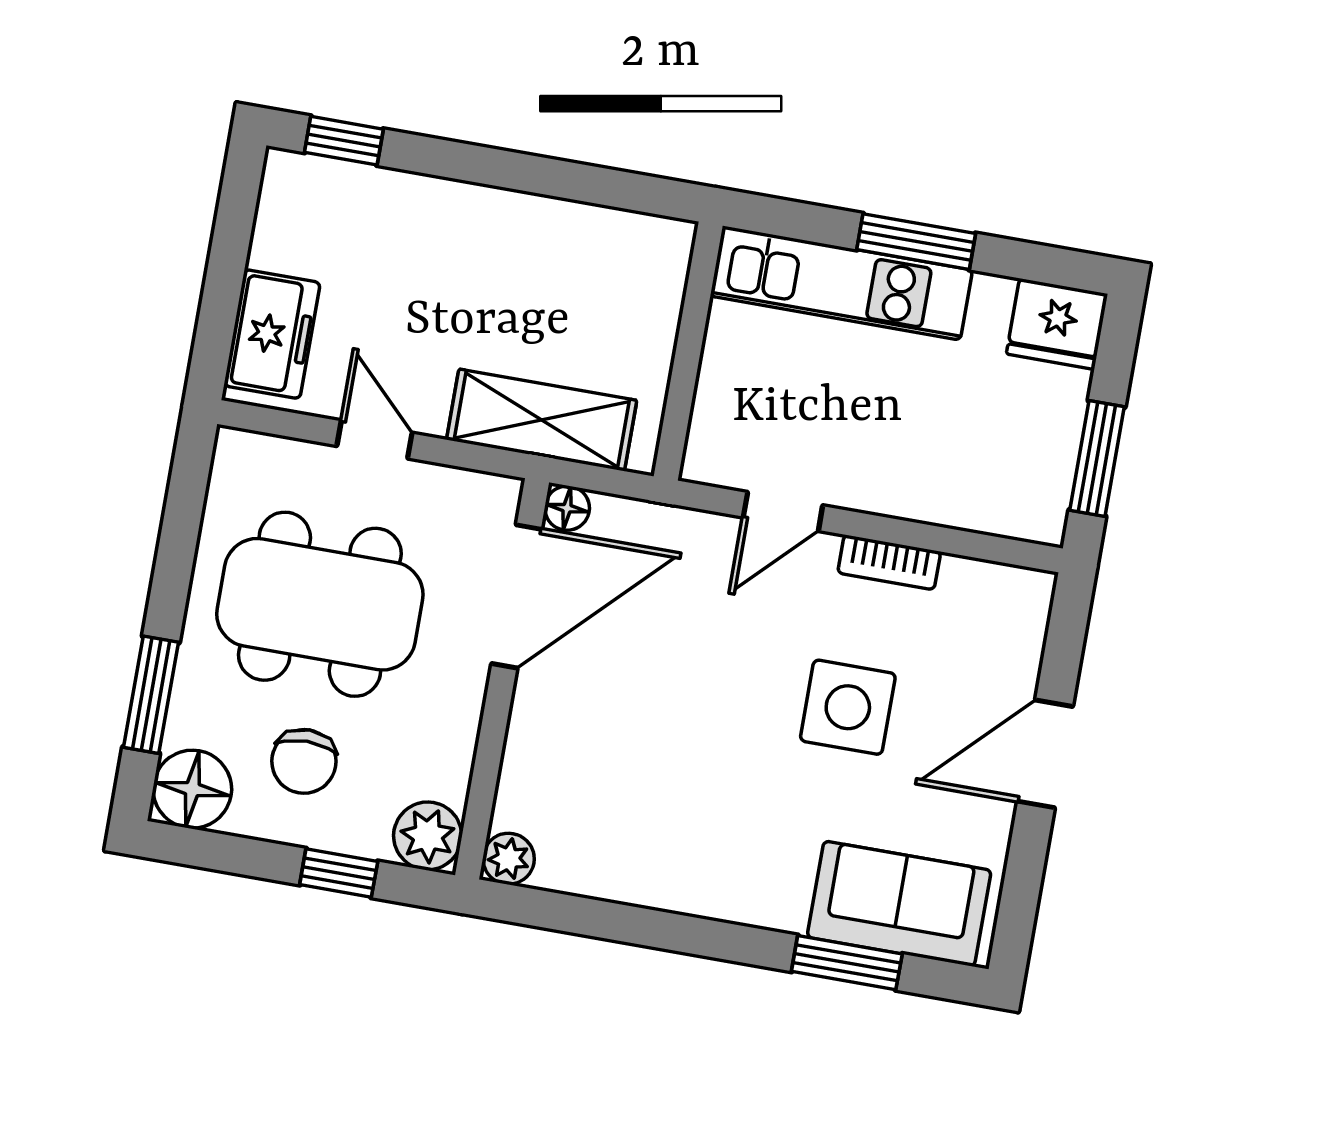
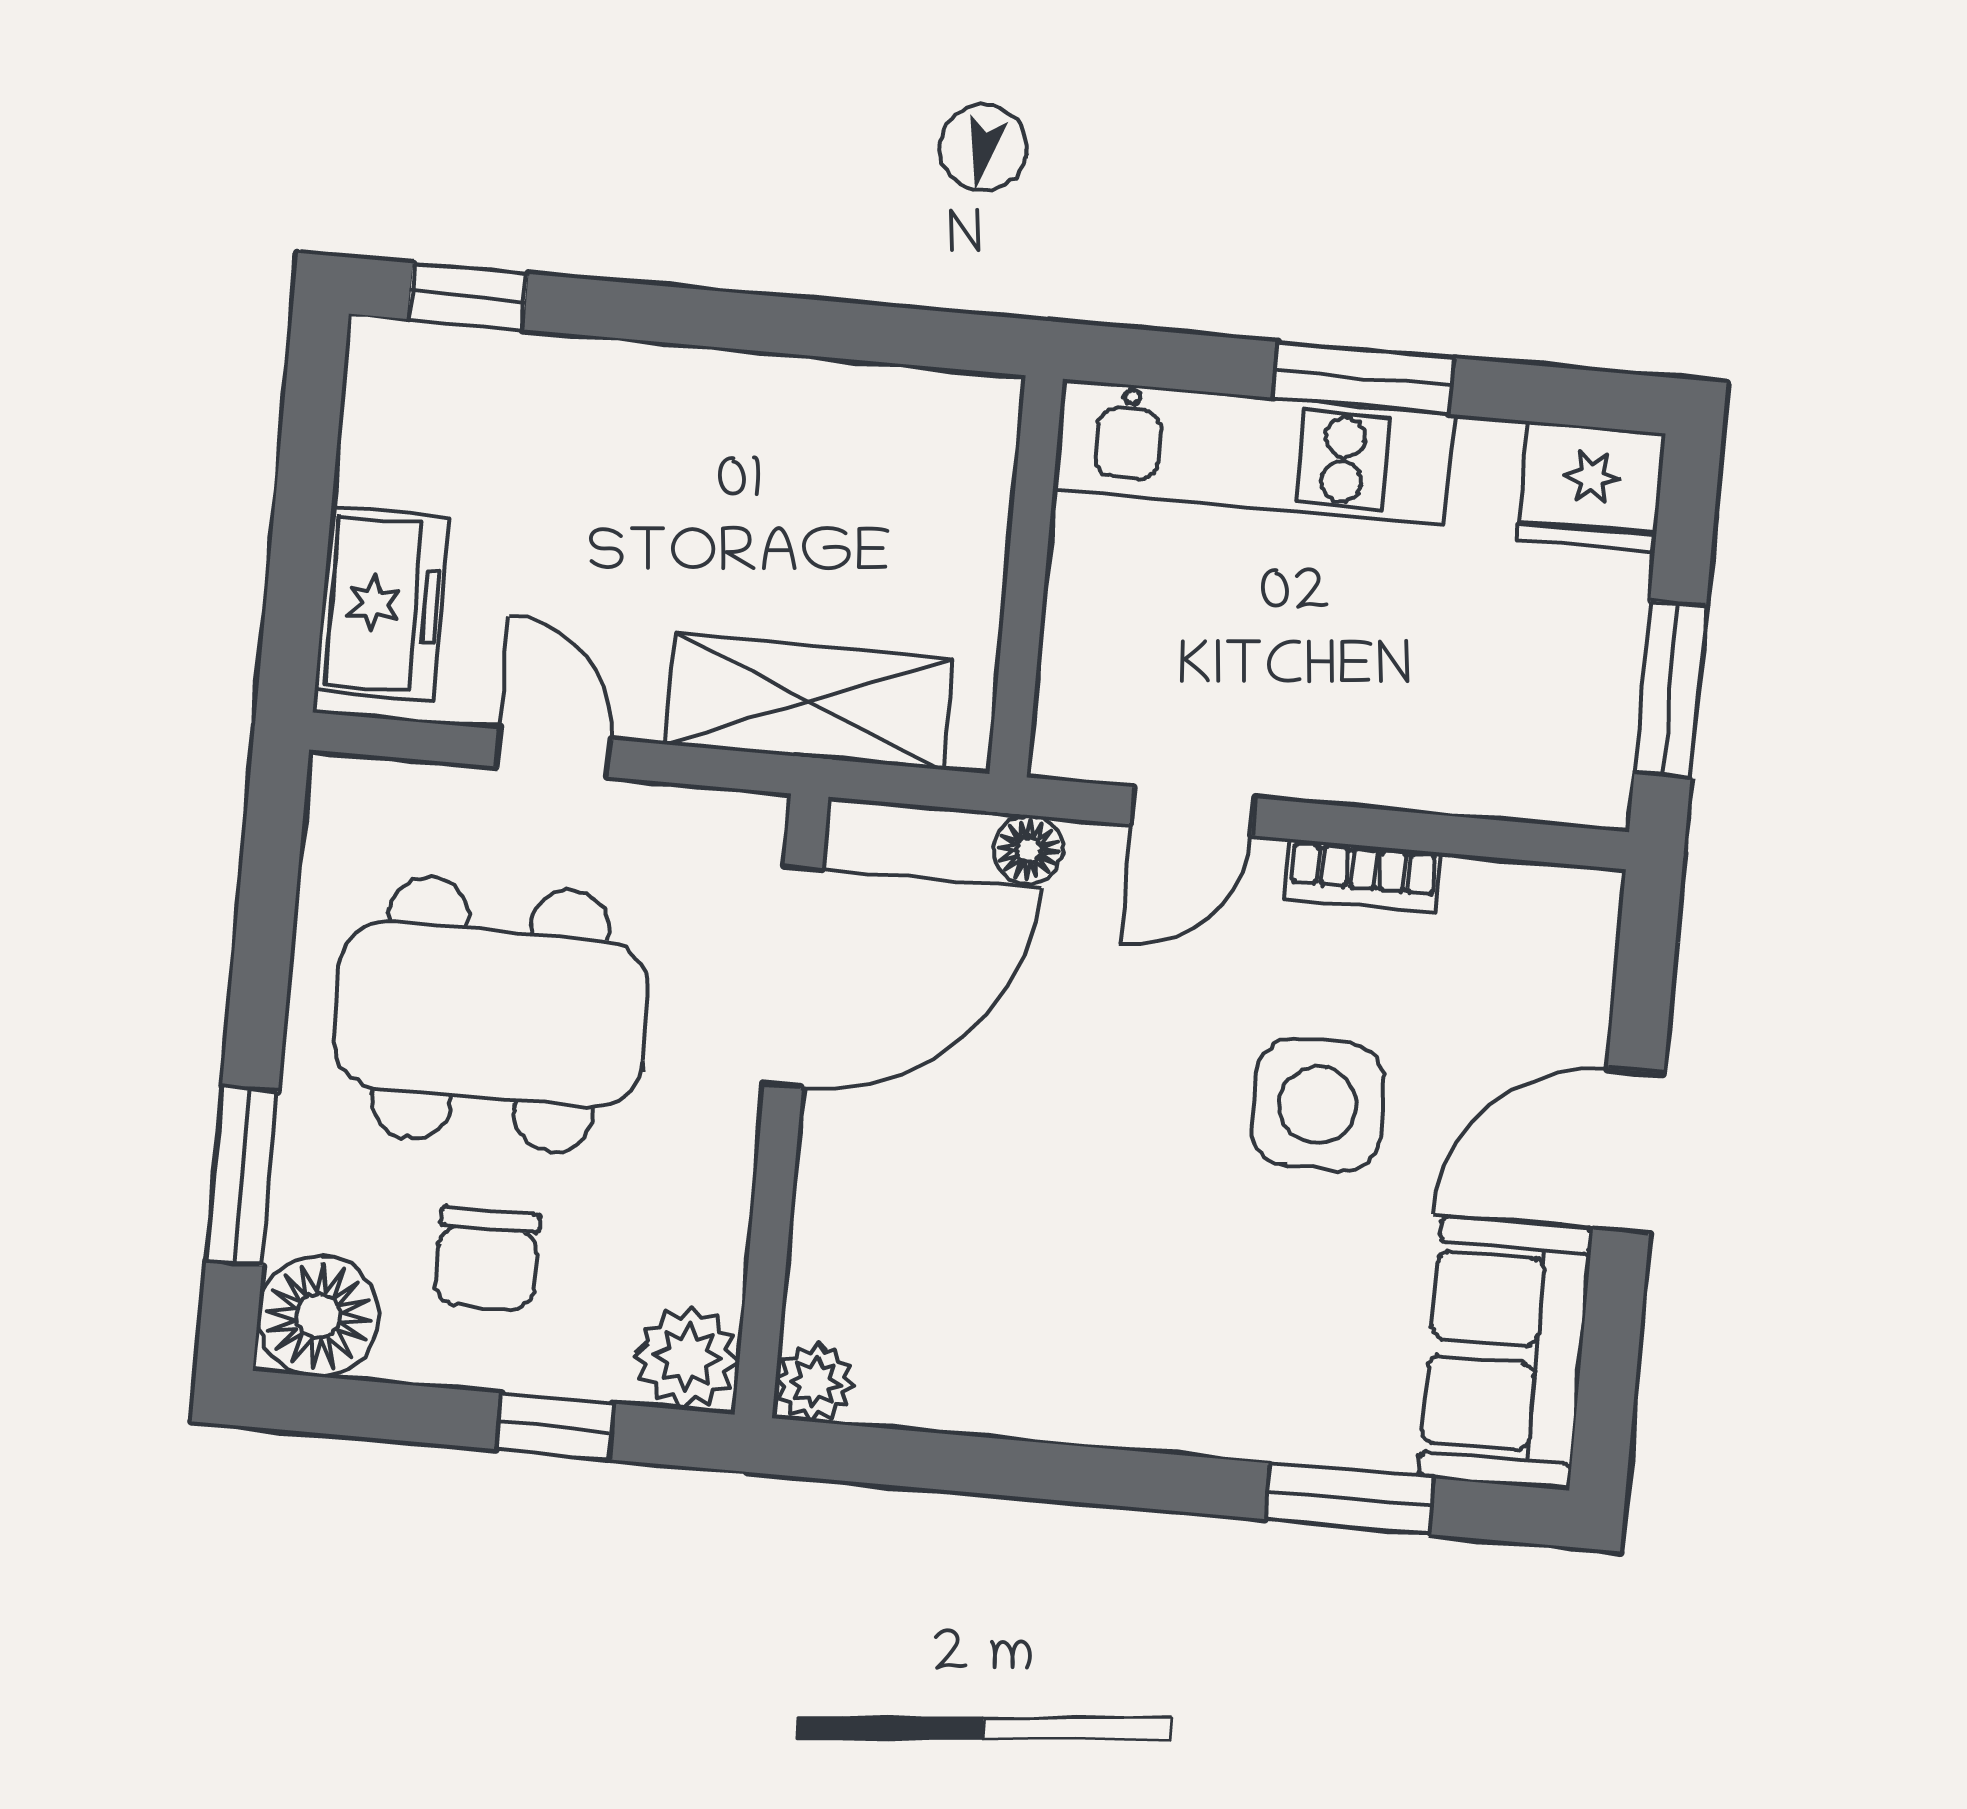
floor lamp: (567, 508) -> (1028, 850), moved
sofa: (899, 904) -> (1506, 1353), moved, turned -90

